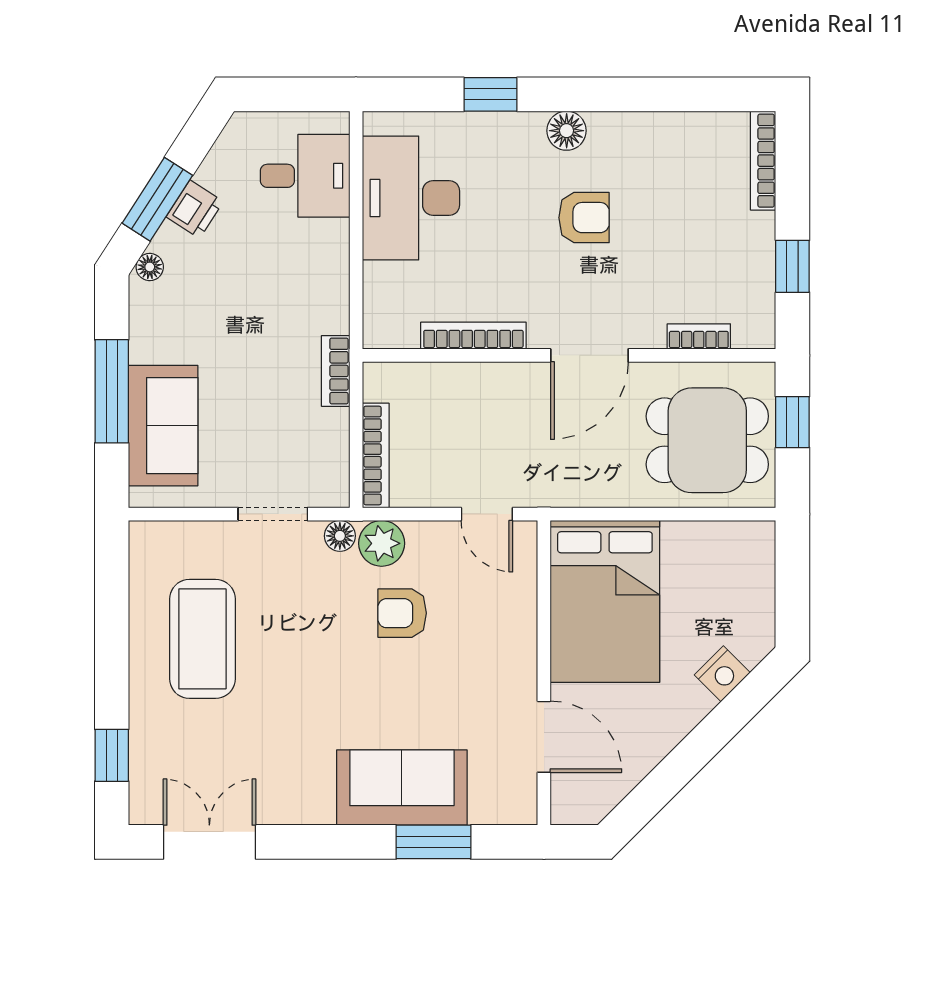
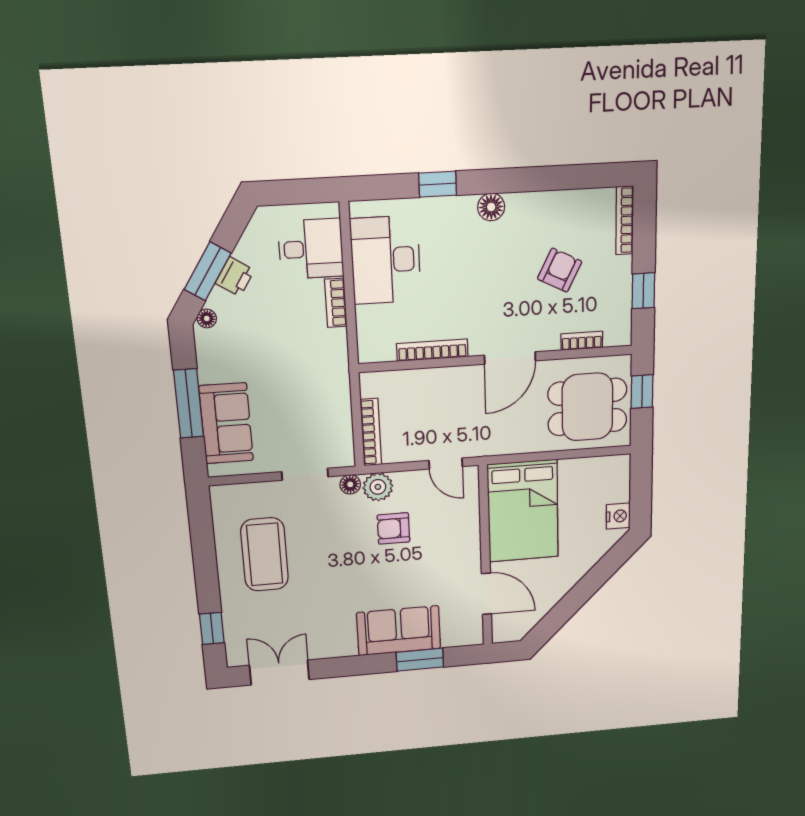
armchair: (584, 218) -> (560, 270), moved, turned -63
bookcase: (336, 371) -> (336, 303), moved
nightstand: (722, 674) -> (618, 516), moved, turned -45

